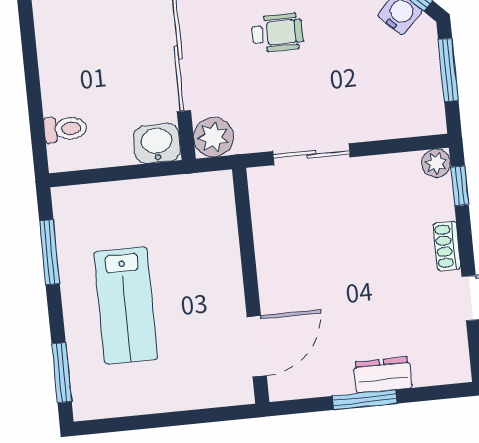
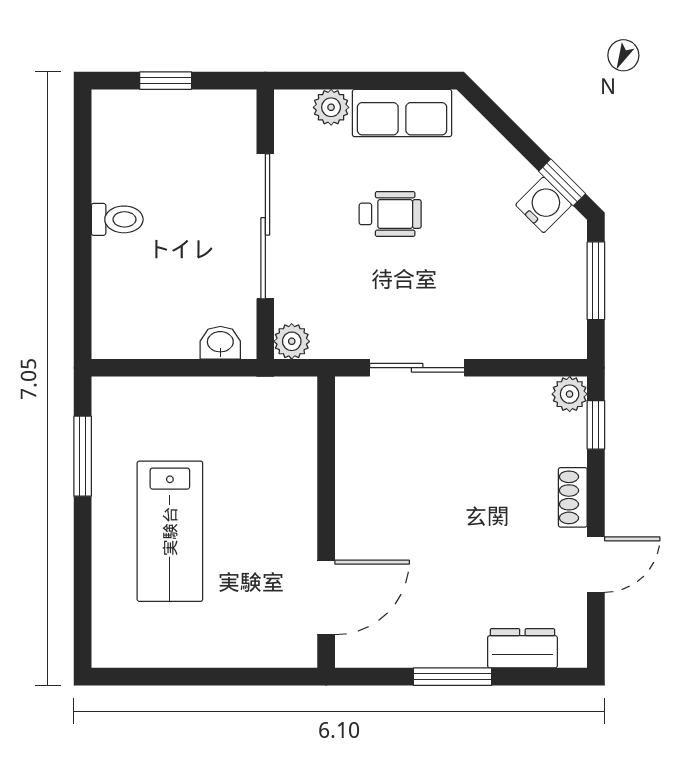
toilet: (65, 129) -> (117, 219), moved
plant: (213, 137) -> (292, 341), width x0.73, depth x0.73
washbasin: (157, 143) -> (220, 343), width x0.72, depth x0.69
window: (62, 373) -> (83, 606), removed
dresser: (383, 375) -> (522, 648), moved

